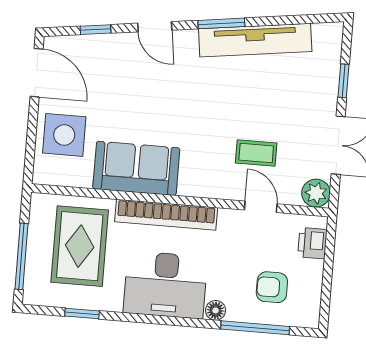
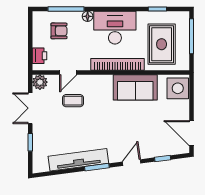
door: (155, 27) -> (132, 163), hinge flipped
side table: (64, 135) -> (178, 88), moved
door: (261, 207) -> (68, 73), hinge flipped

